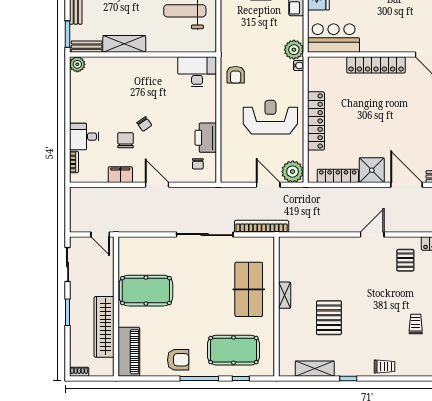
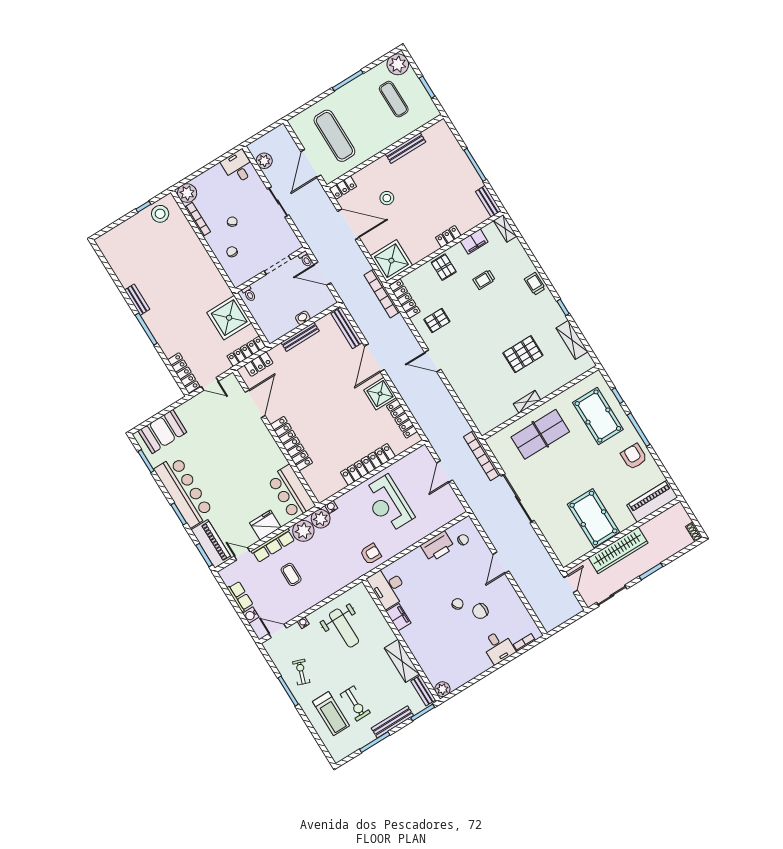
plant: (293, 172) -> (303, 531), moved
filing cabinet: (120, 175) -> (398, 617), moved, turned 180
wardrobe: (104, 327) -> (618, 550), moved

